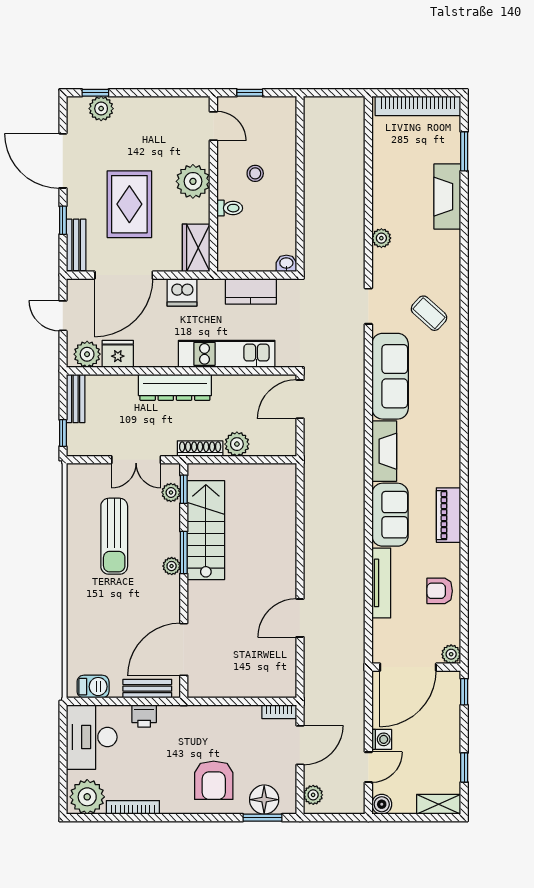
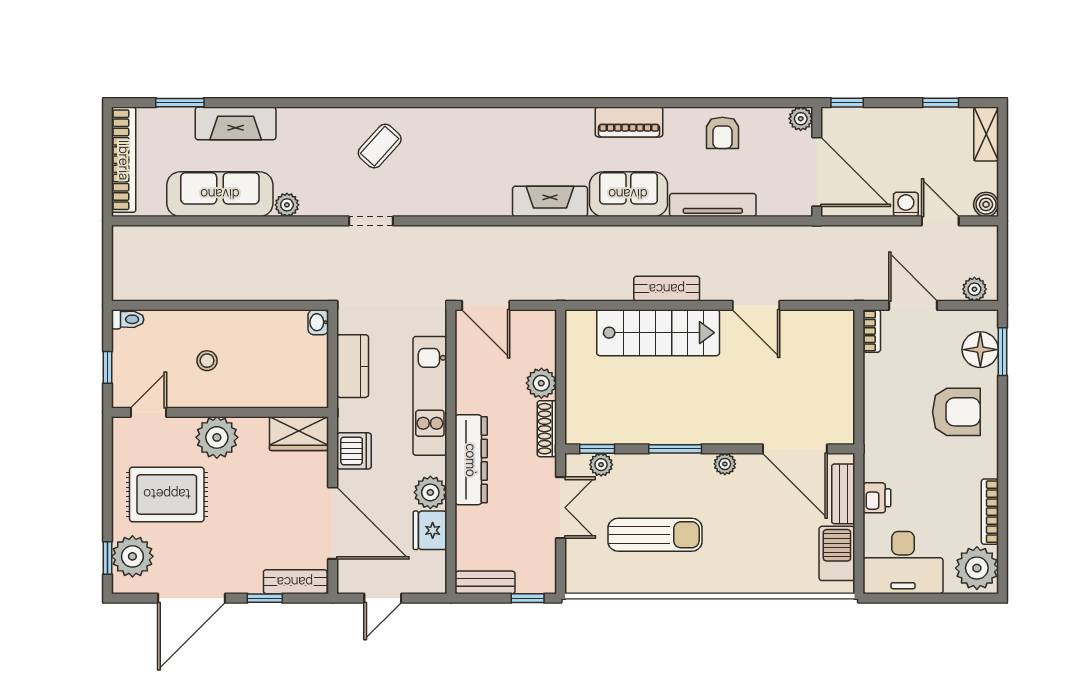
plant: (101, 109) -> (132, 556), width x1.36, depth x1.36
rug: (129, 204) -> (167, 494), moved
toilet: (230, 208) -> (128, 319), moved, turned 90
plant: (87, 354) -> (430, 492), moved
sofa: (390, 376) -> (220, 194), moved
stairs: (206, 530) -> (658, 333), moved, turned 180
bench: (314, 546) -> (667, 289), added
plant: (172, 566) -> (725, 464), moved
barbecue: (93, 687) -> (837, 553), width x1.38, depth x1.27

